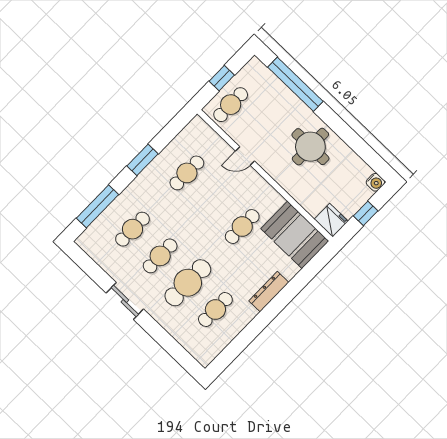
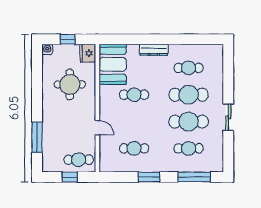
window: (295, 84) -> (37, 137), width x0.68
round table: (310, 147) -> (70, 84), moved
cafe table: (160, 256) -> (189, 122), width x1.37, depth x1.35

